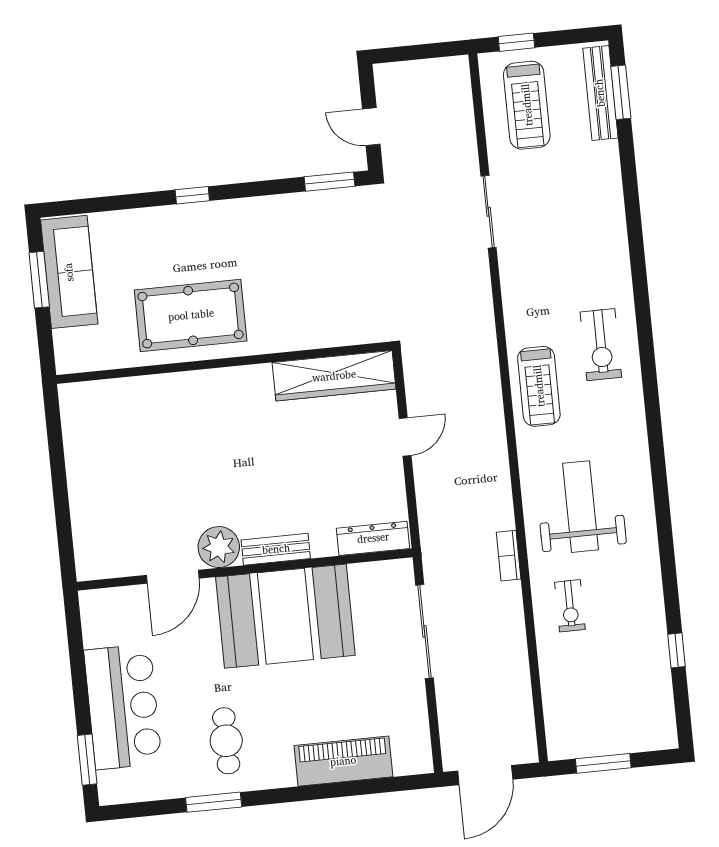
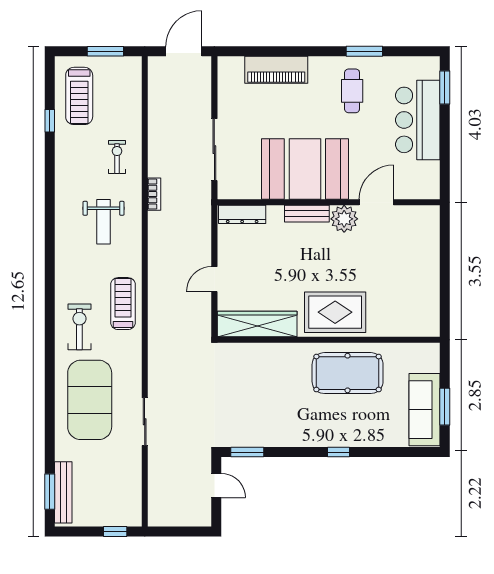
treadmill: (527, 105) -> (79, 96), moved, turned 180
exercise mat: (574, 236) -> (90, 400), added
rug: (218, 405) -> (335, 312), added
weight bench: (581, 507) -> (104, 222), width x0.73, depth x0.75

